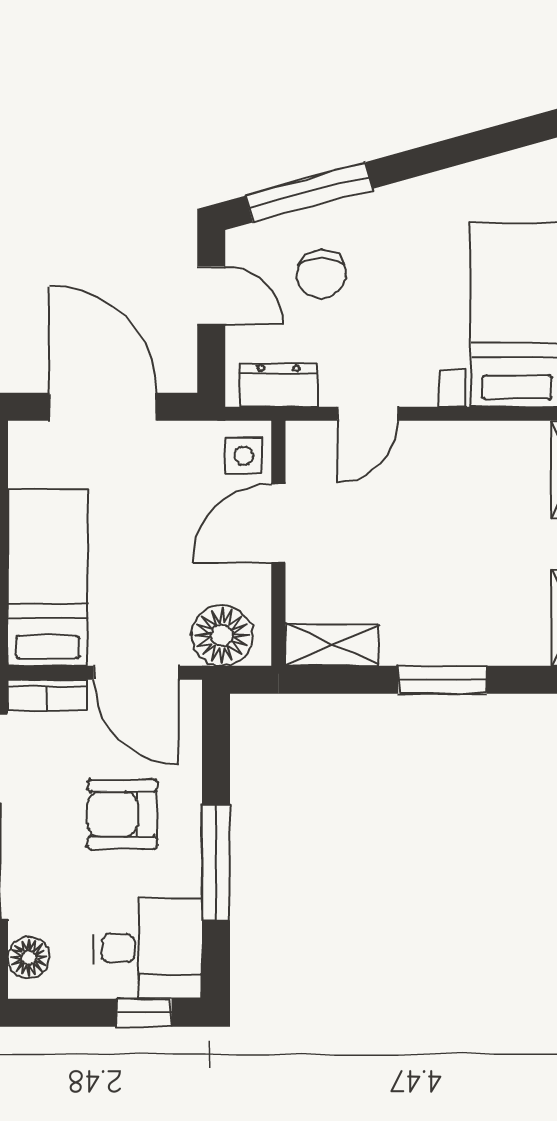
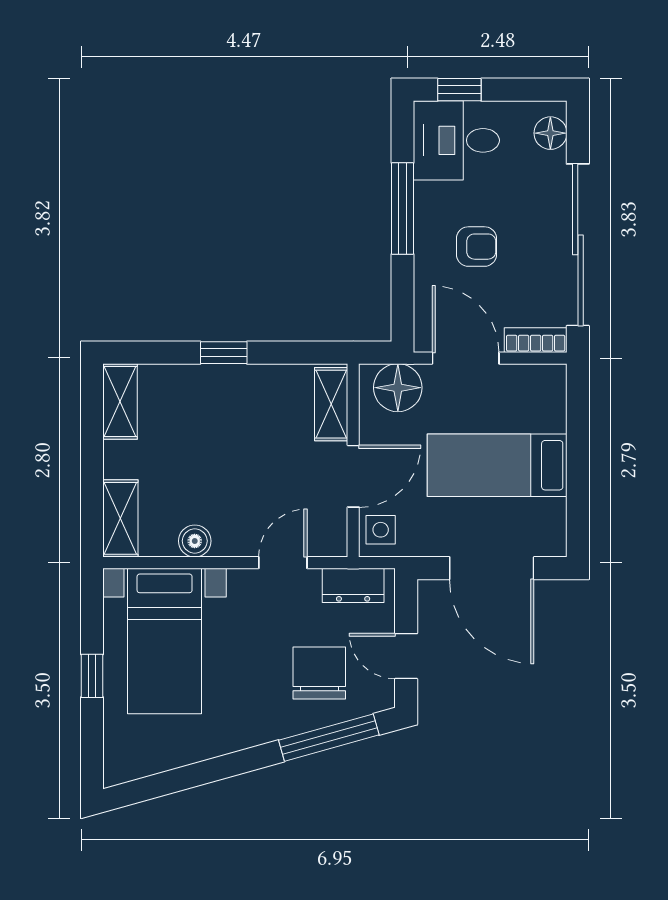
chair: (321, 274) -> (319, 673), width x1.37, depth x1.37
boiler: (479, 441) -> (195, 541), added
bed: (48, 578) -> (497, 465), moved, turned 90
shelving: (332, 645) -> (331, 404), moved, turned 90
window: (442, 680) -> (224, 353), width x0.67
armchair: (122, 814) -> (476, 247), width x0.72, depth x0.72

